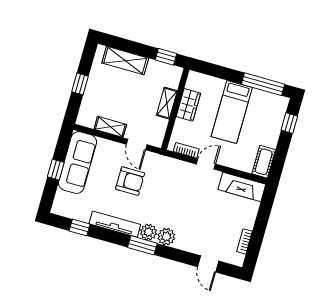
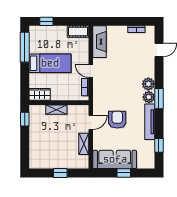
shelving: (125, 61) -> (35, 146), removed
wardrobe: (188, 105) -> (40, 94), moved

